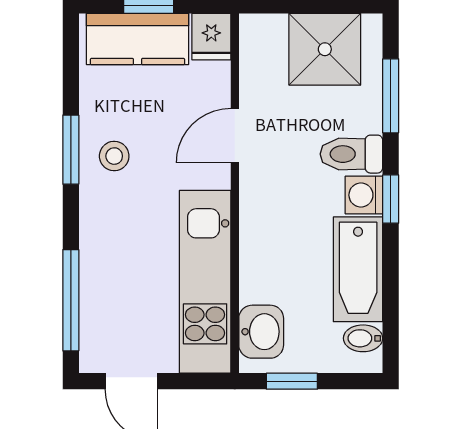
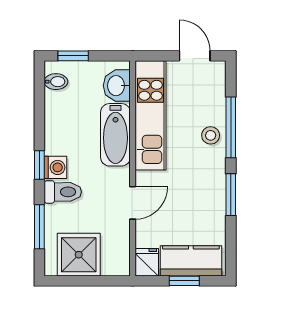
stool: (114, 156) -> (211, 135), moved
bathtub: (358, 269) -> (115, 135), moved, turned 180
window: (71, 300) -> (231, 127), moved
window: (292, 381) -> (73, 56), moved

